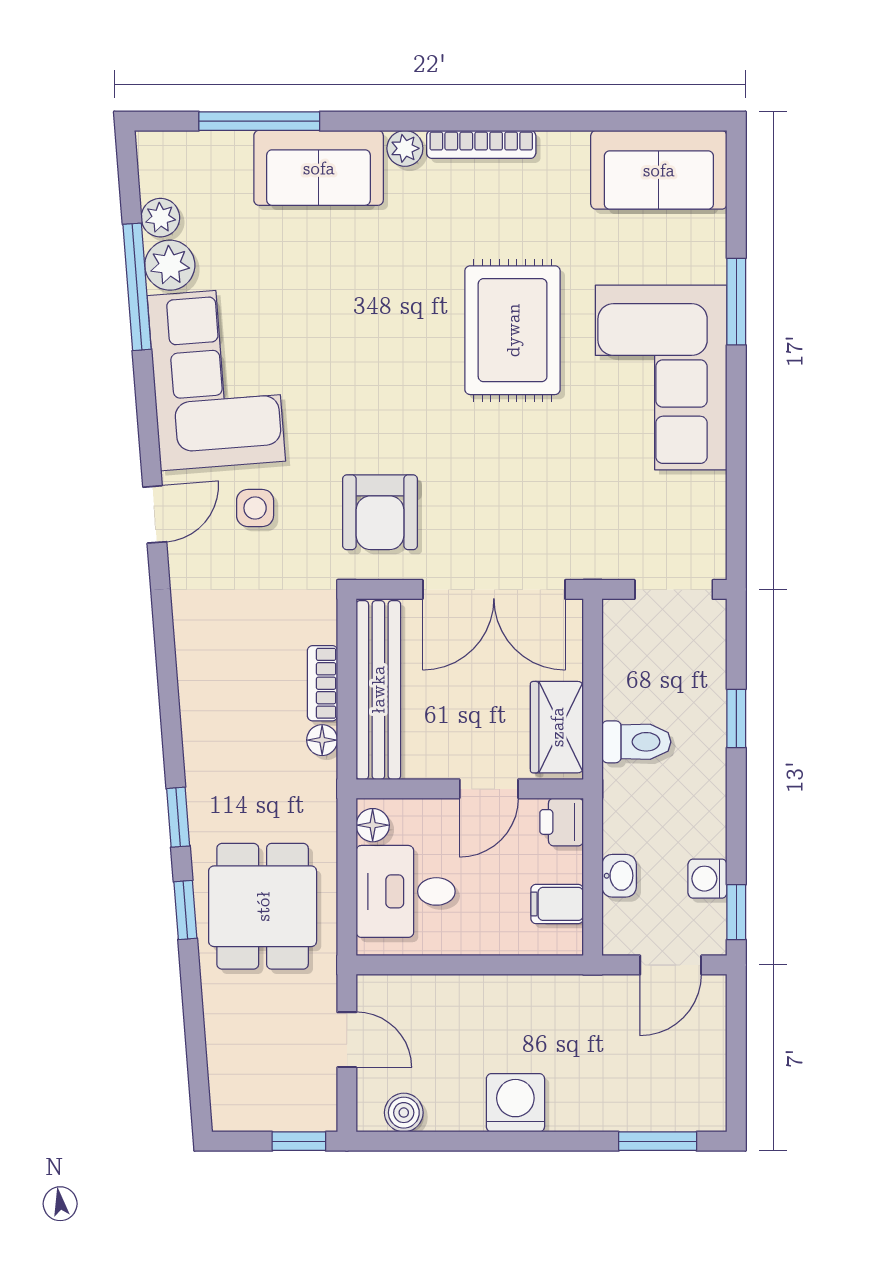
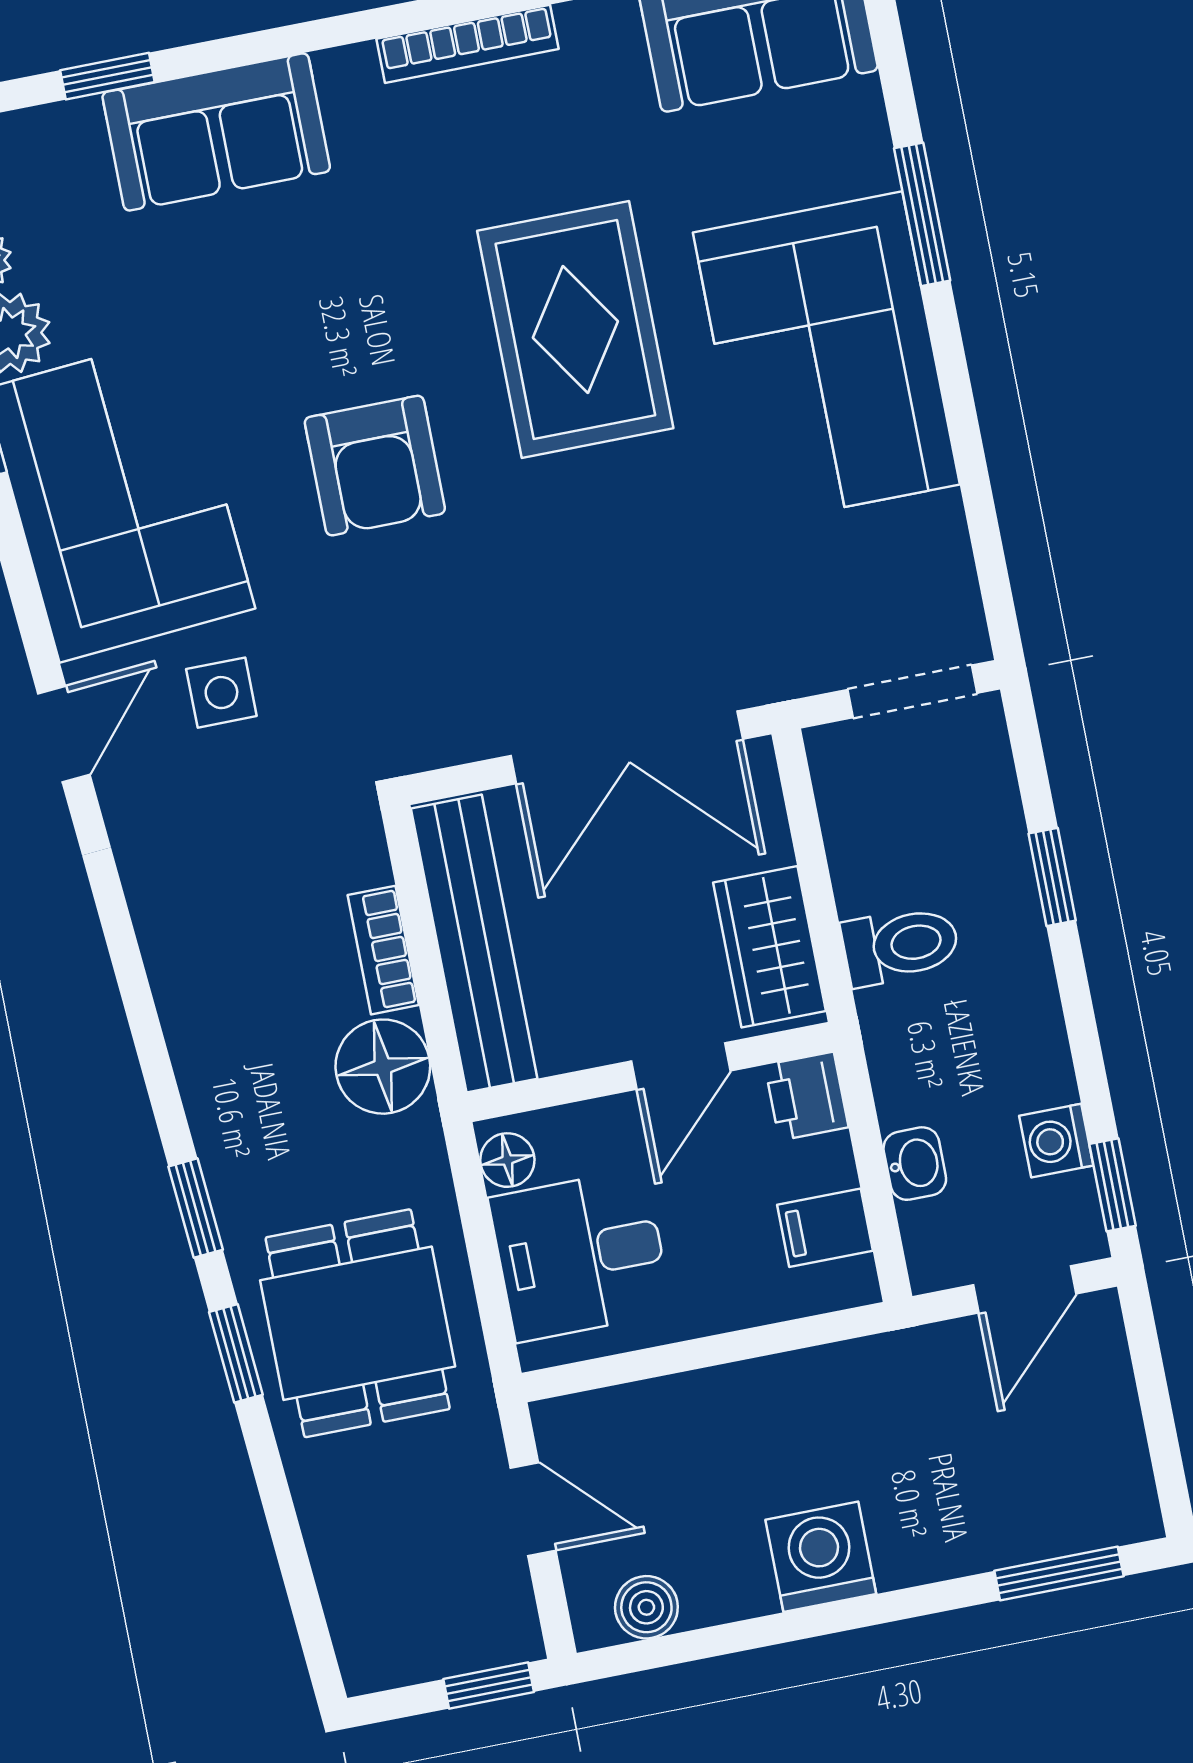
window: (259, 121) -> (107, 76), width x0.46
plant: (405, 148) -> (348, 74), removed
armchair: (380, 512) -> (375, 466), moved
floor lamp: (322, 740) -> (383, 1067), width x1.89, depth x1.89

